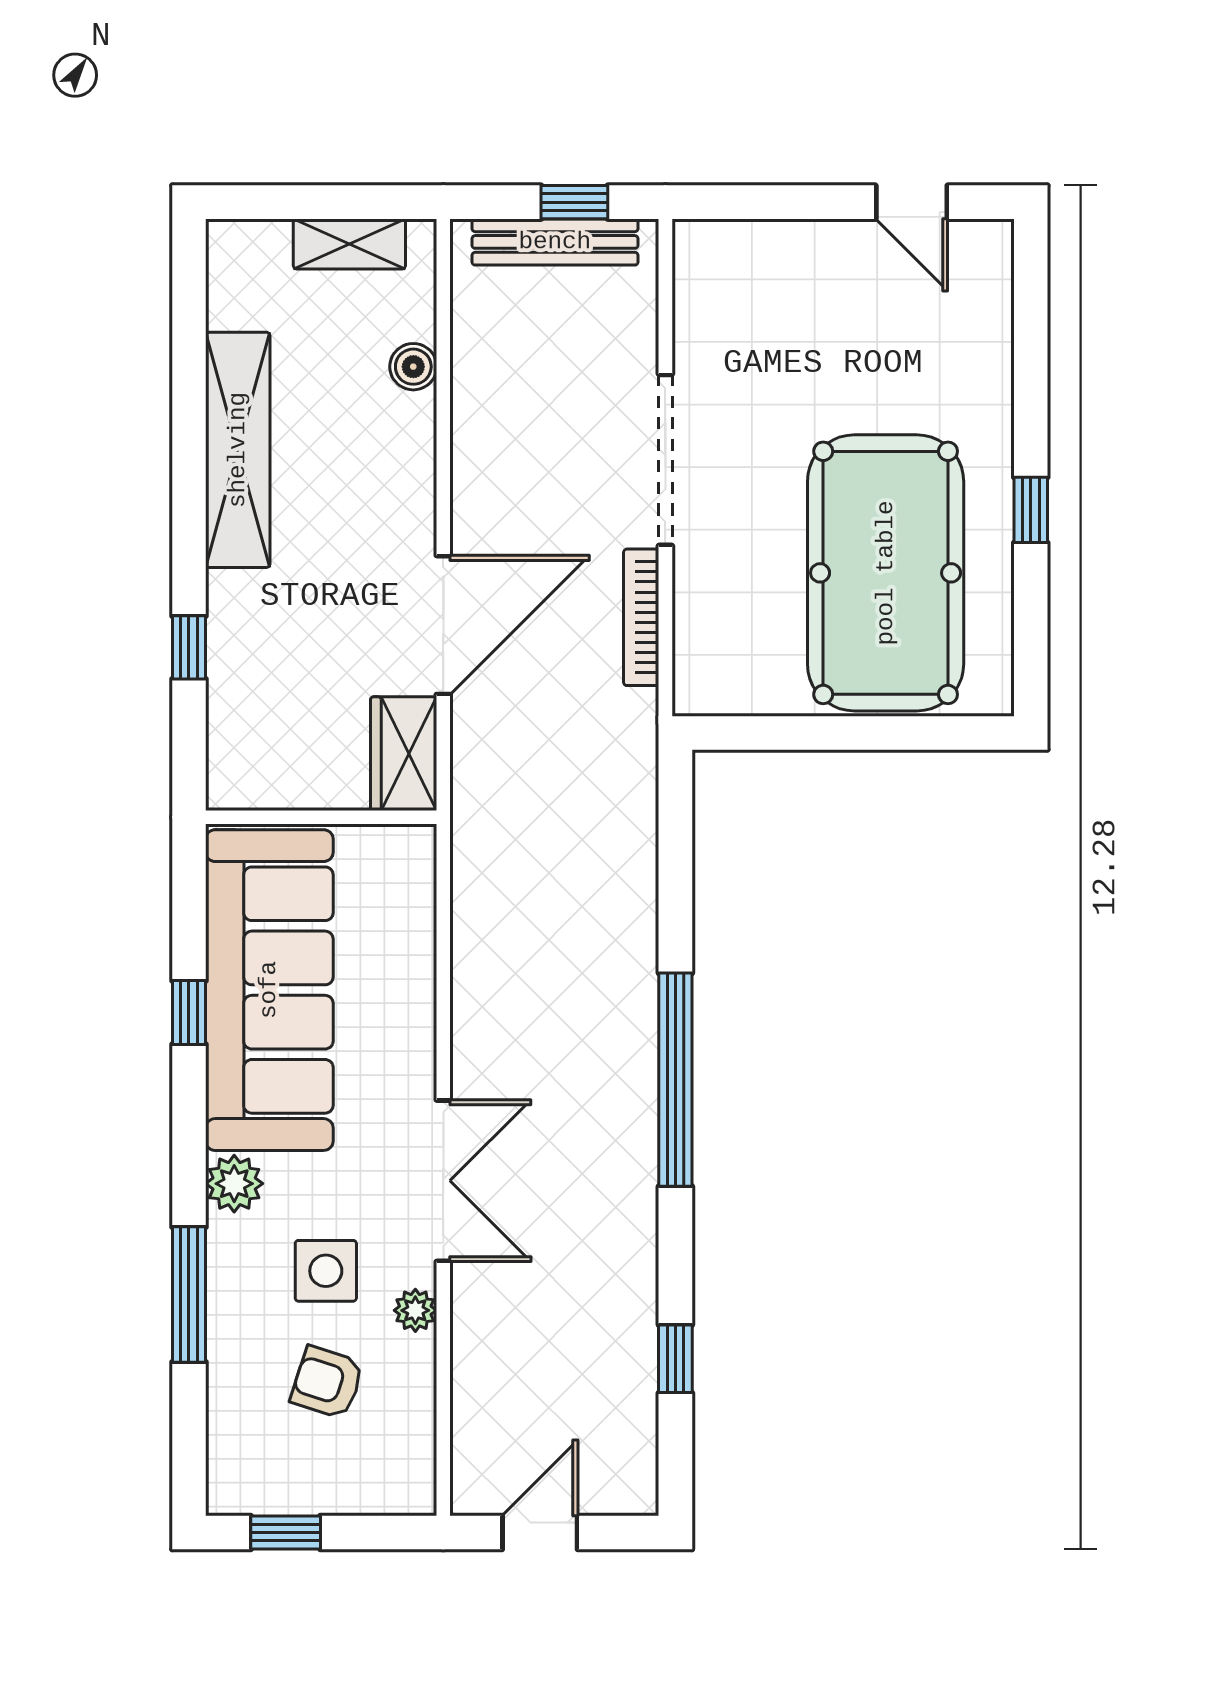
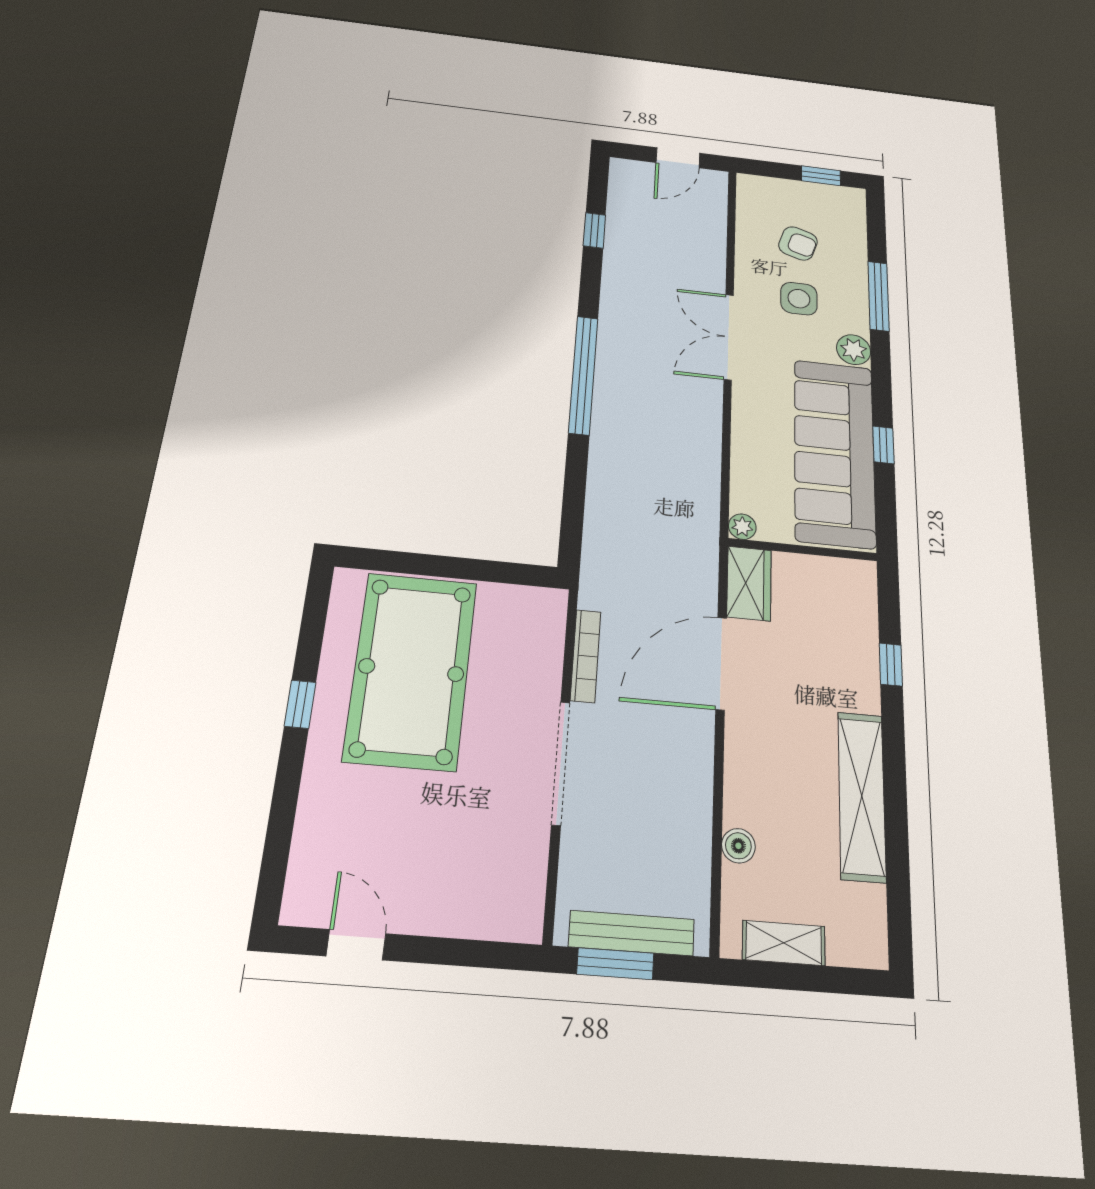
window: (574, 202) -> (615, 964), width x1.50
plant: (415, 1310) -> (742, 527), moved

